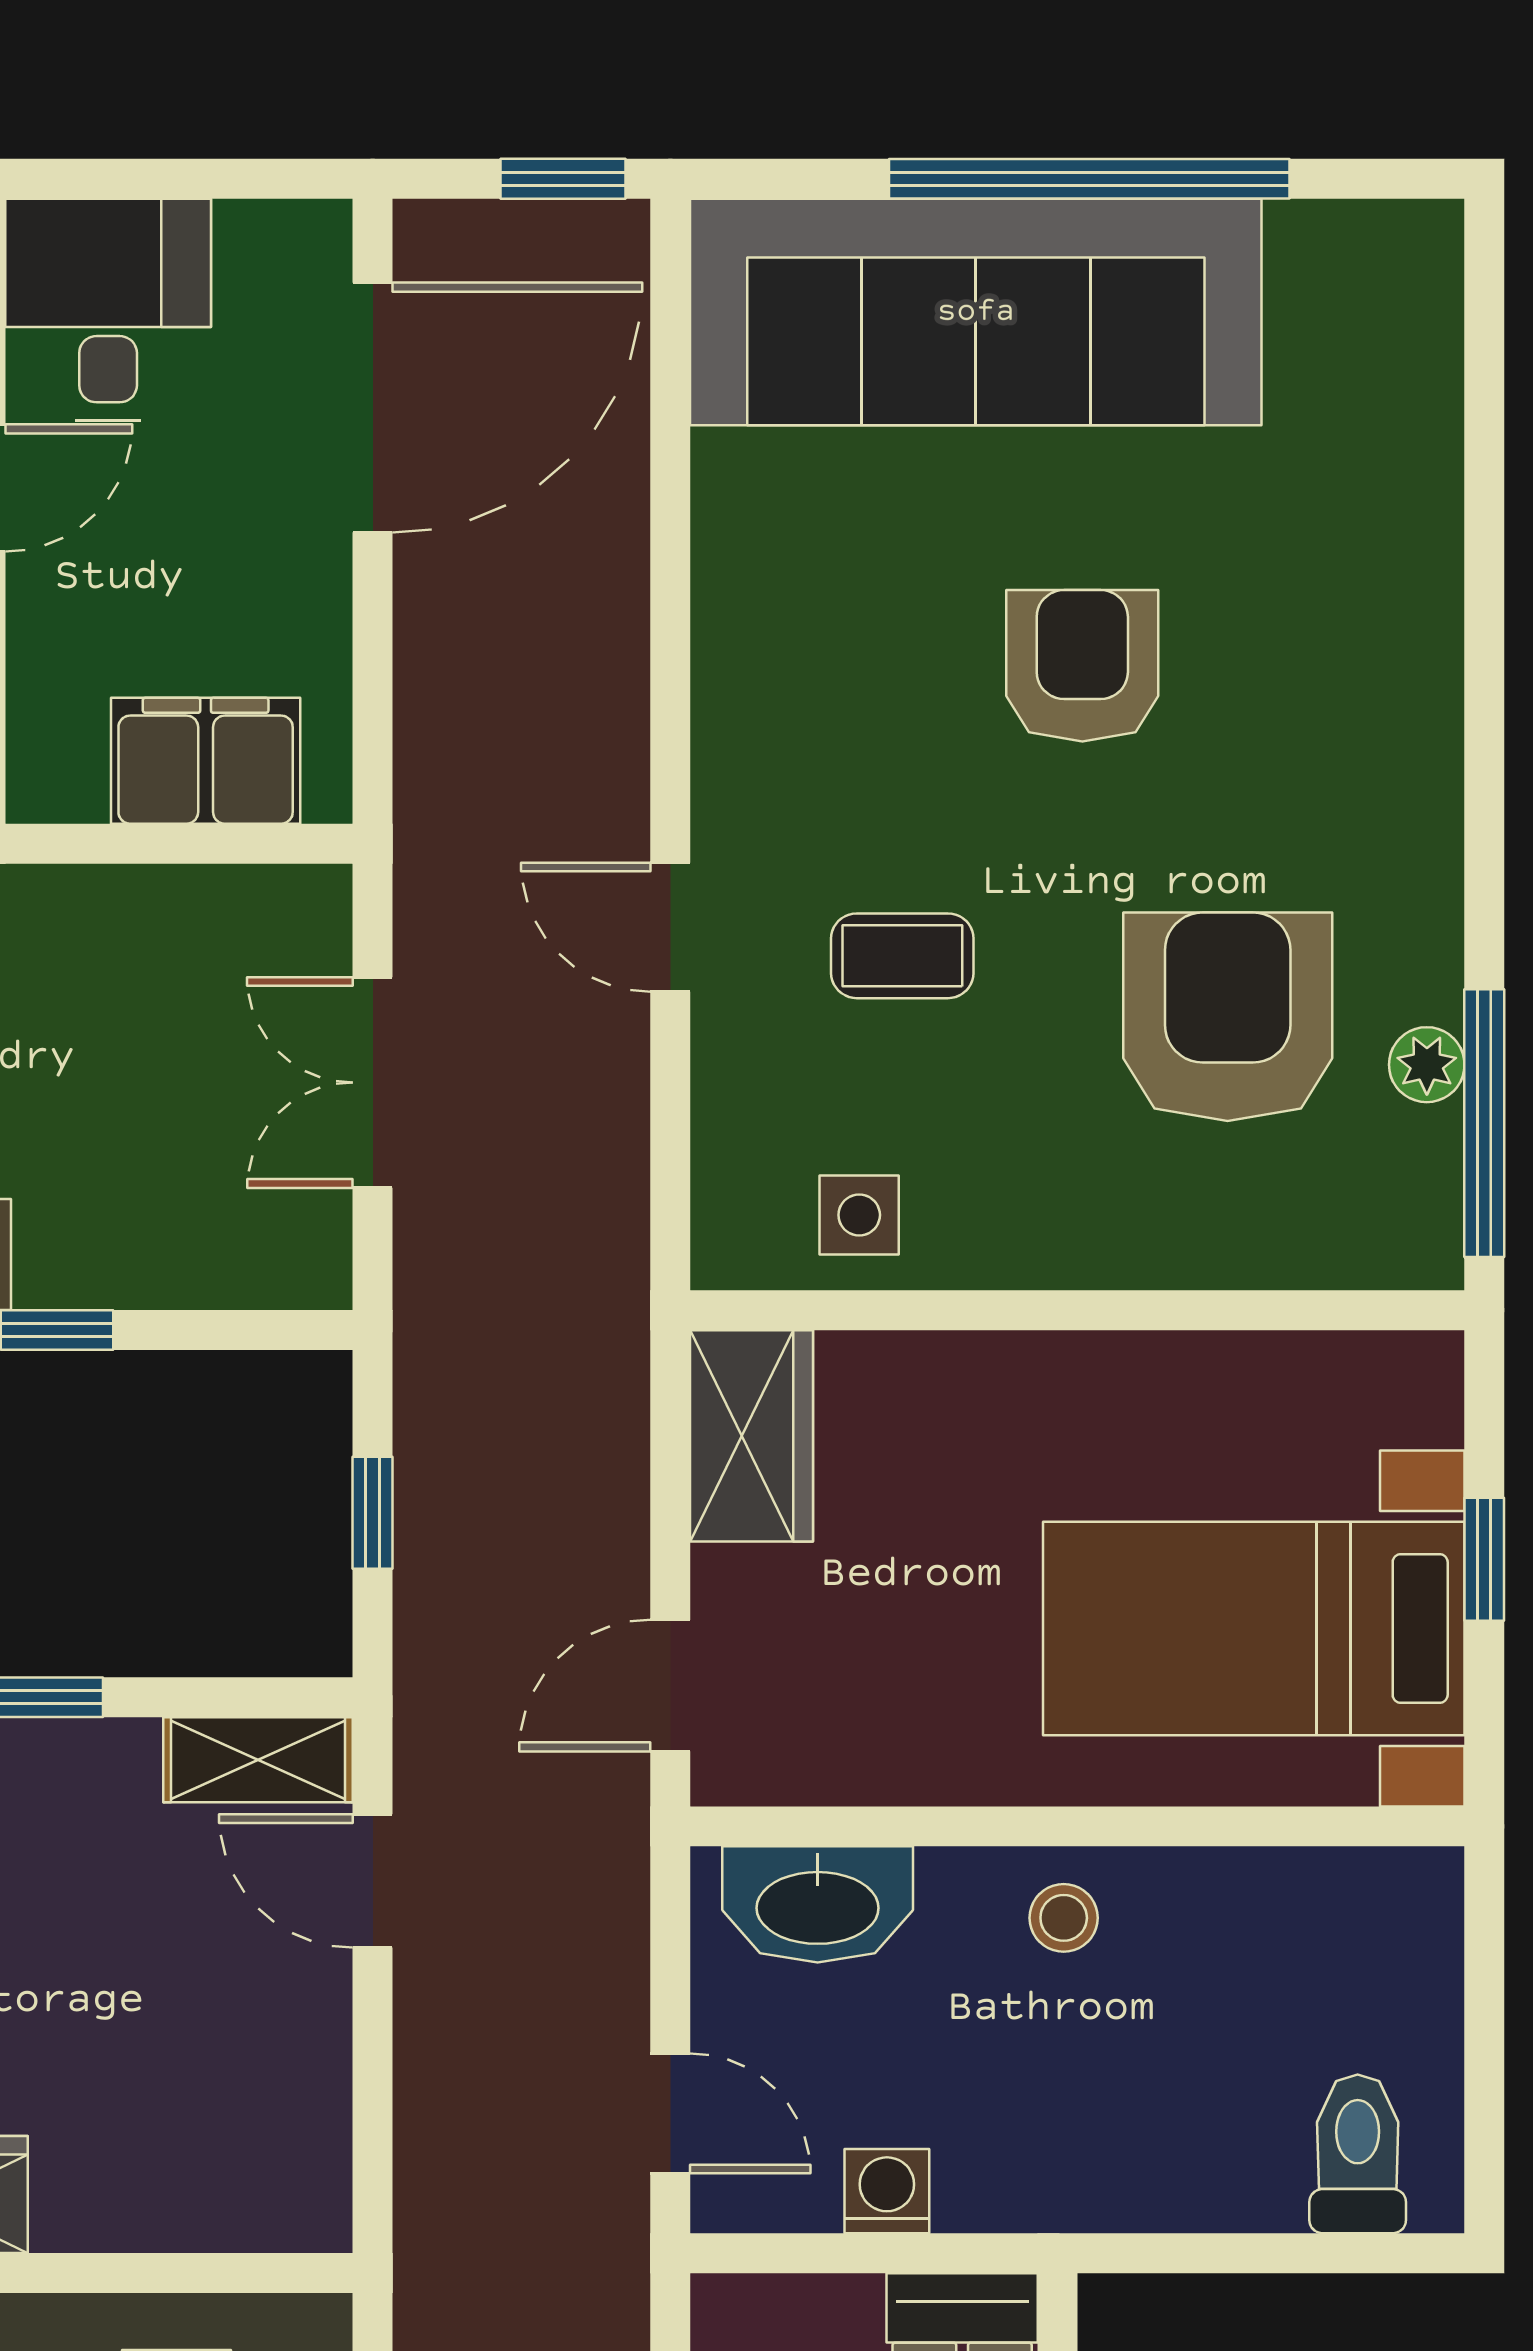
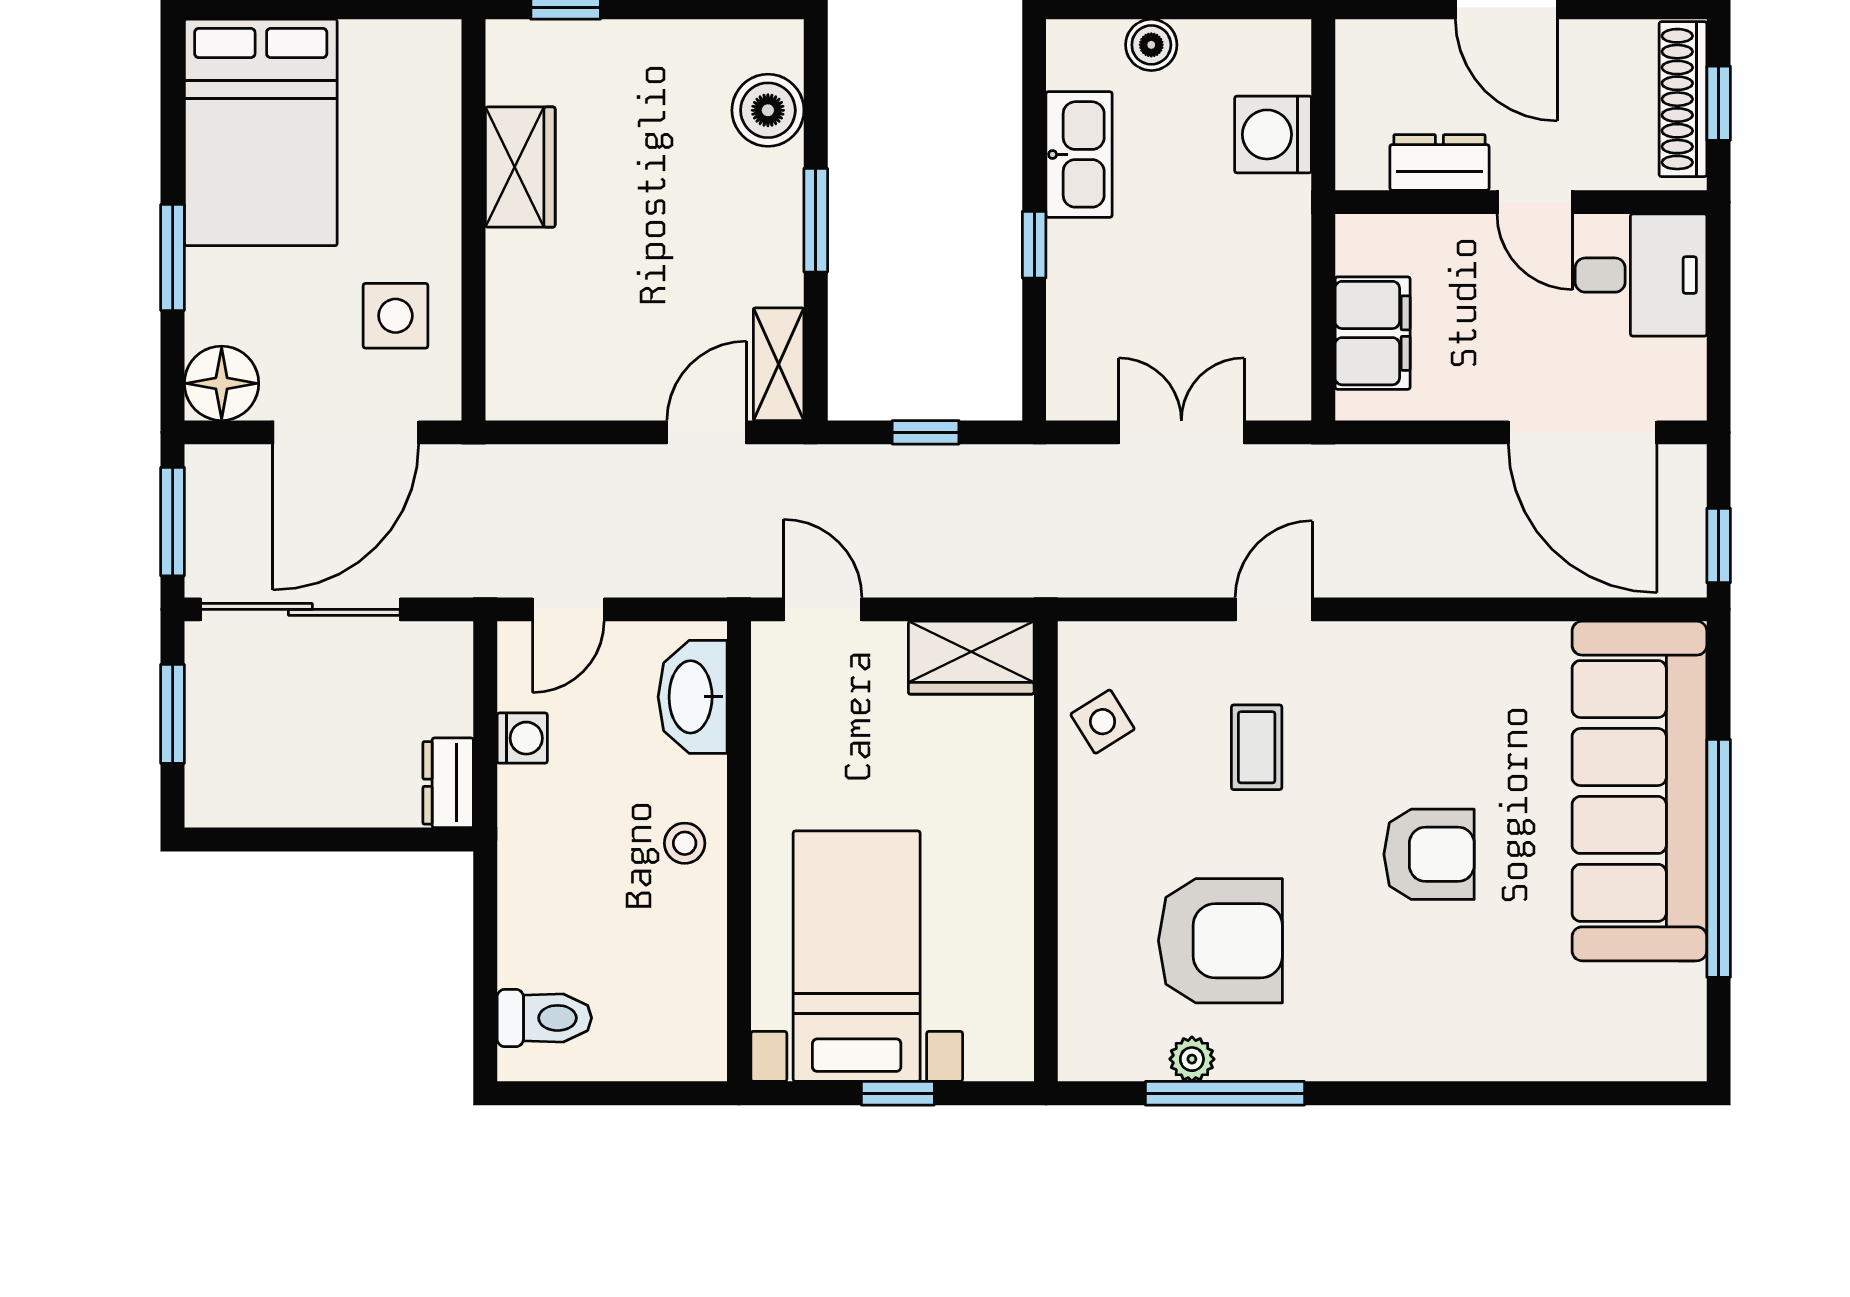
window: (1484, 1123) -> (1225, 1093), moved
side table: (859, 1215) -> (1103, 722), turned -32

